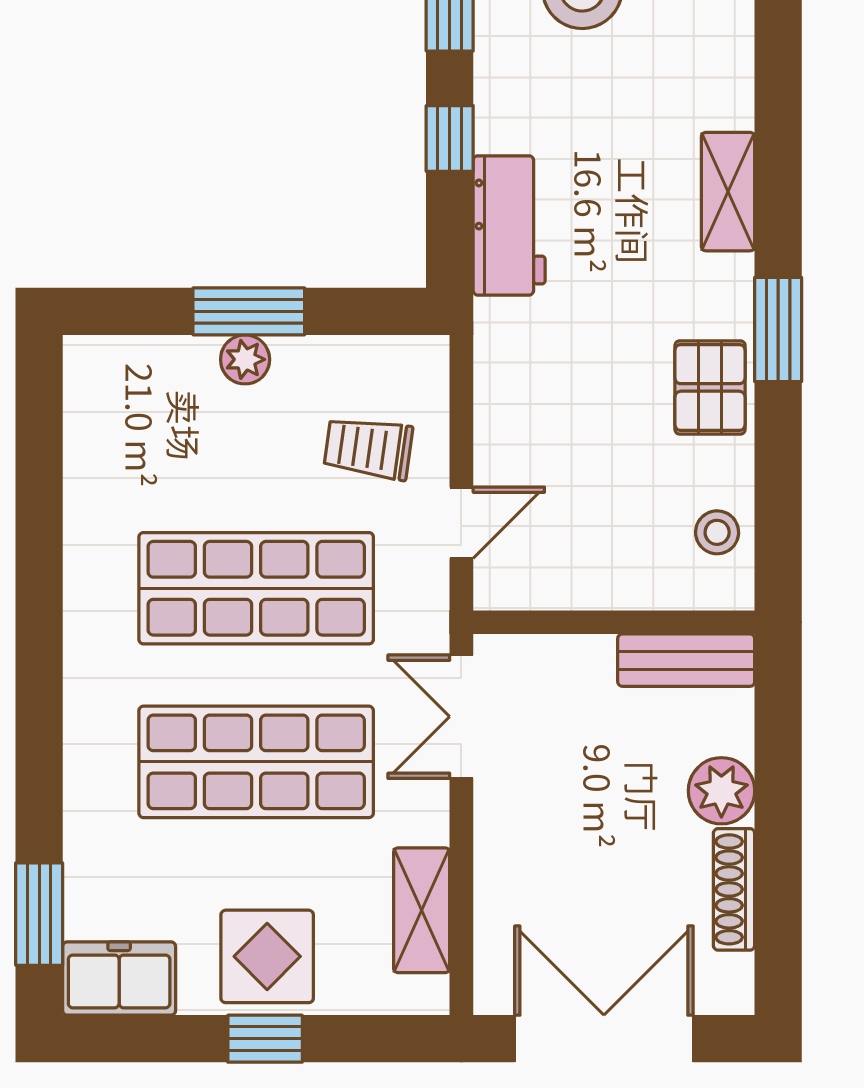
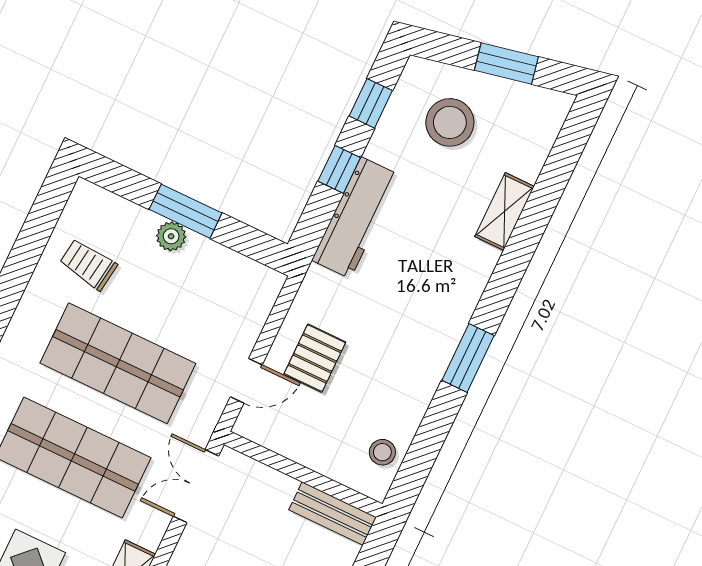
shelving: (728, 192) -> (505, 211), moved
workbench: (509, 225) -> (356, 218), width x1.38
pallet: (710, 387) -> (315, 358), moved
trolley: (368, 448) -> (88, 264), moved

